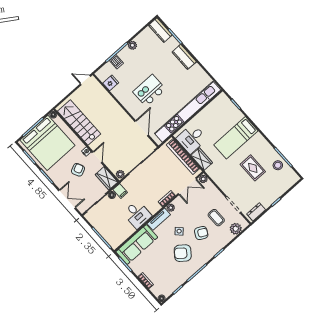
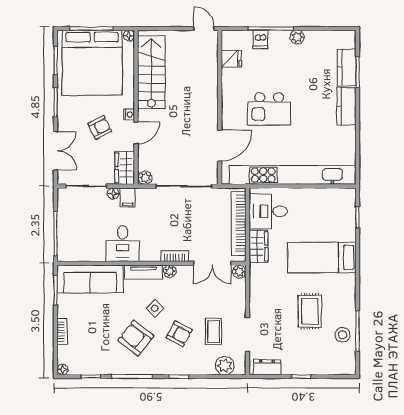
kitchen counter: (160, 30) -> (347, 67), moved
kitchen island: (149, 90) -> (269, 109), turned 180

